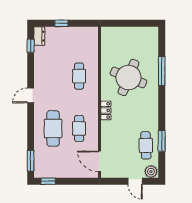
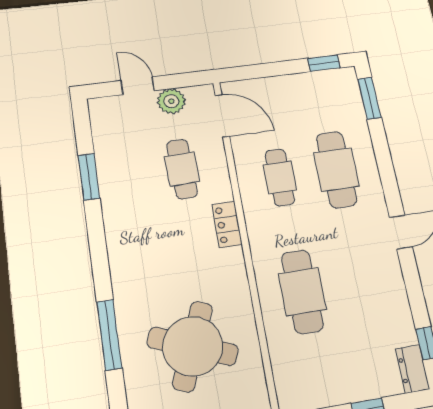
cafe table: (79, 76) -> (302, 292), width x1.37, depth x1.35
round table: (128, 78) -> (193, 346), moved
cafe table: (146, 145) -> (182, 169), moved
plant: (151, 172) -> (171, 101), moved

